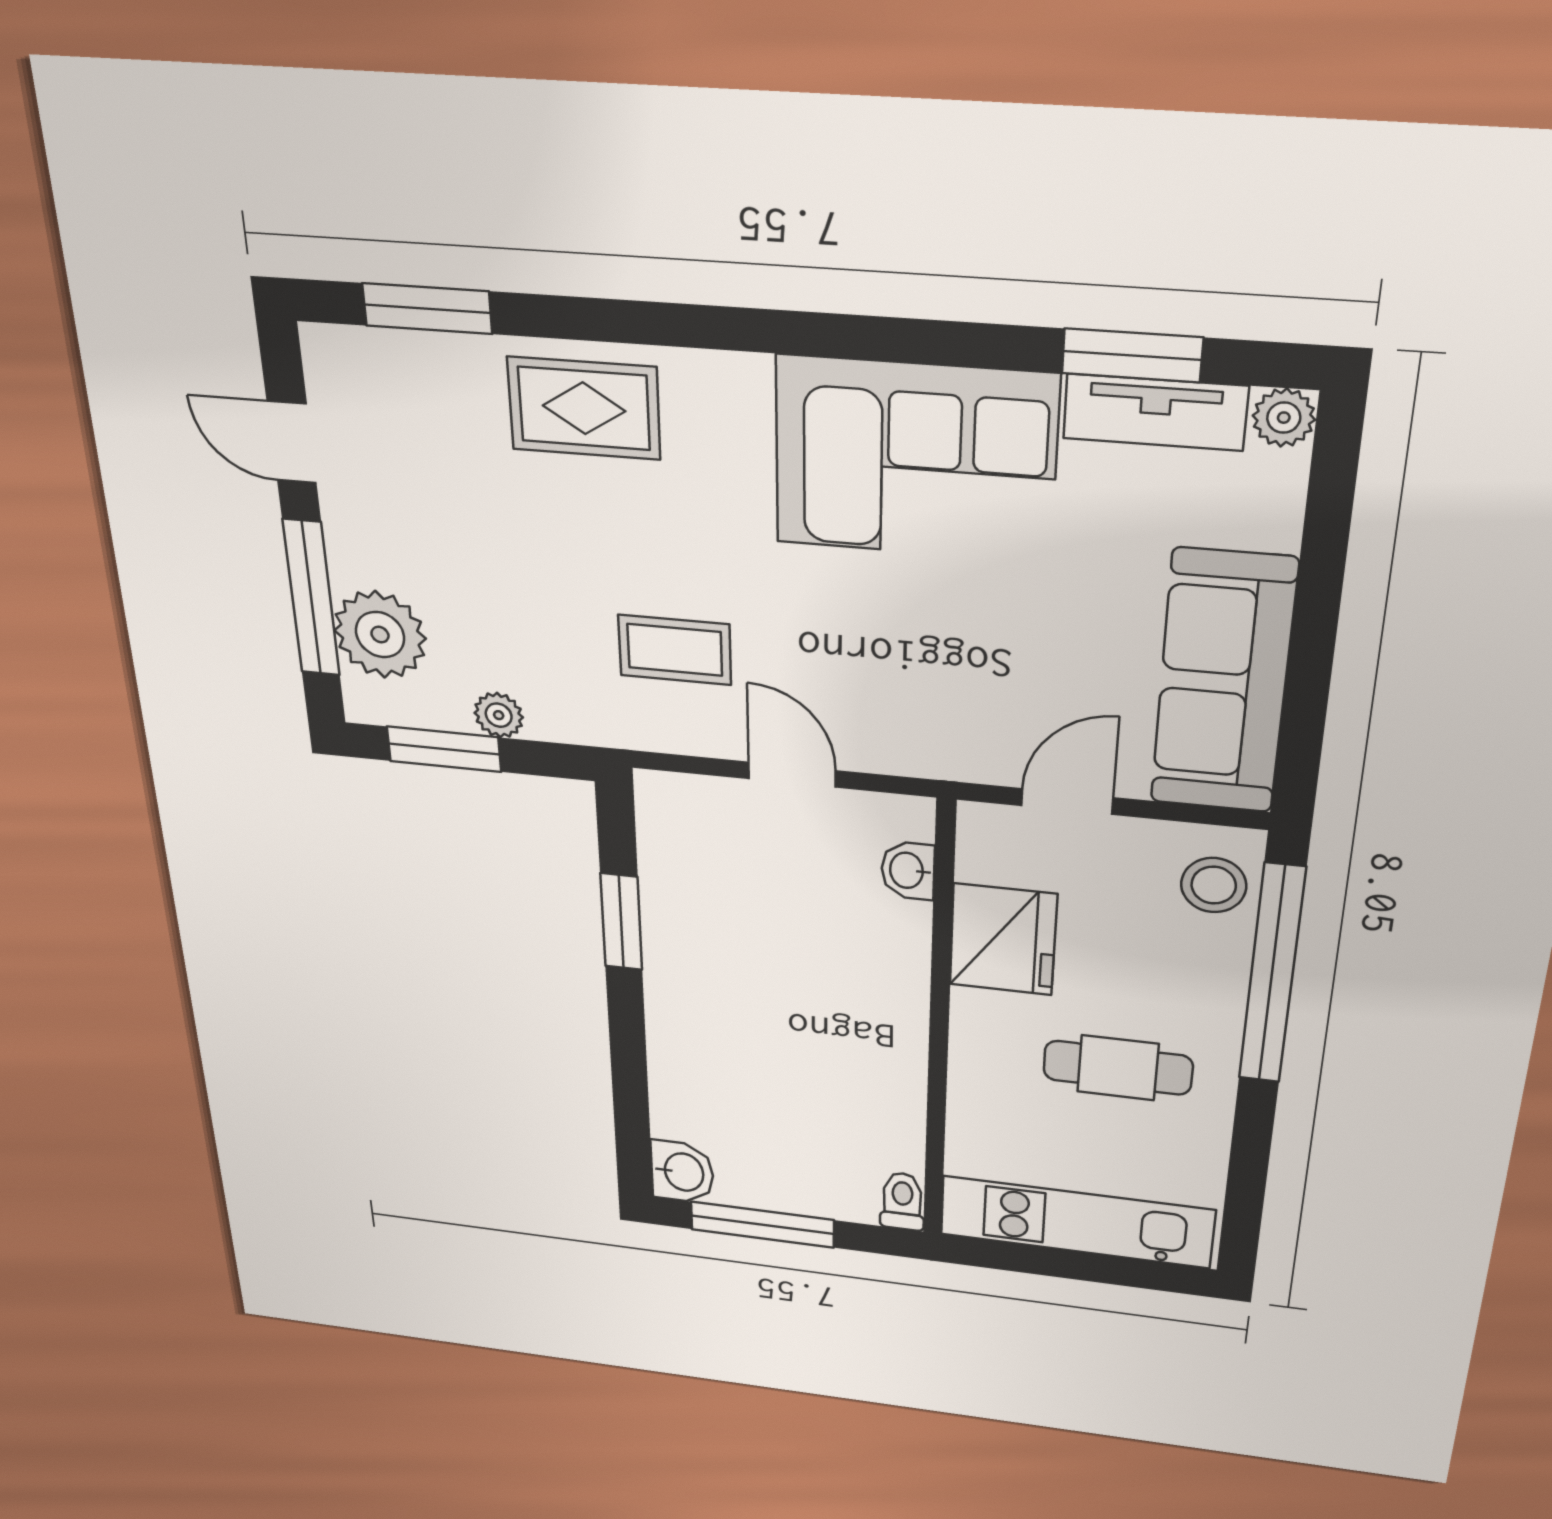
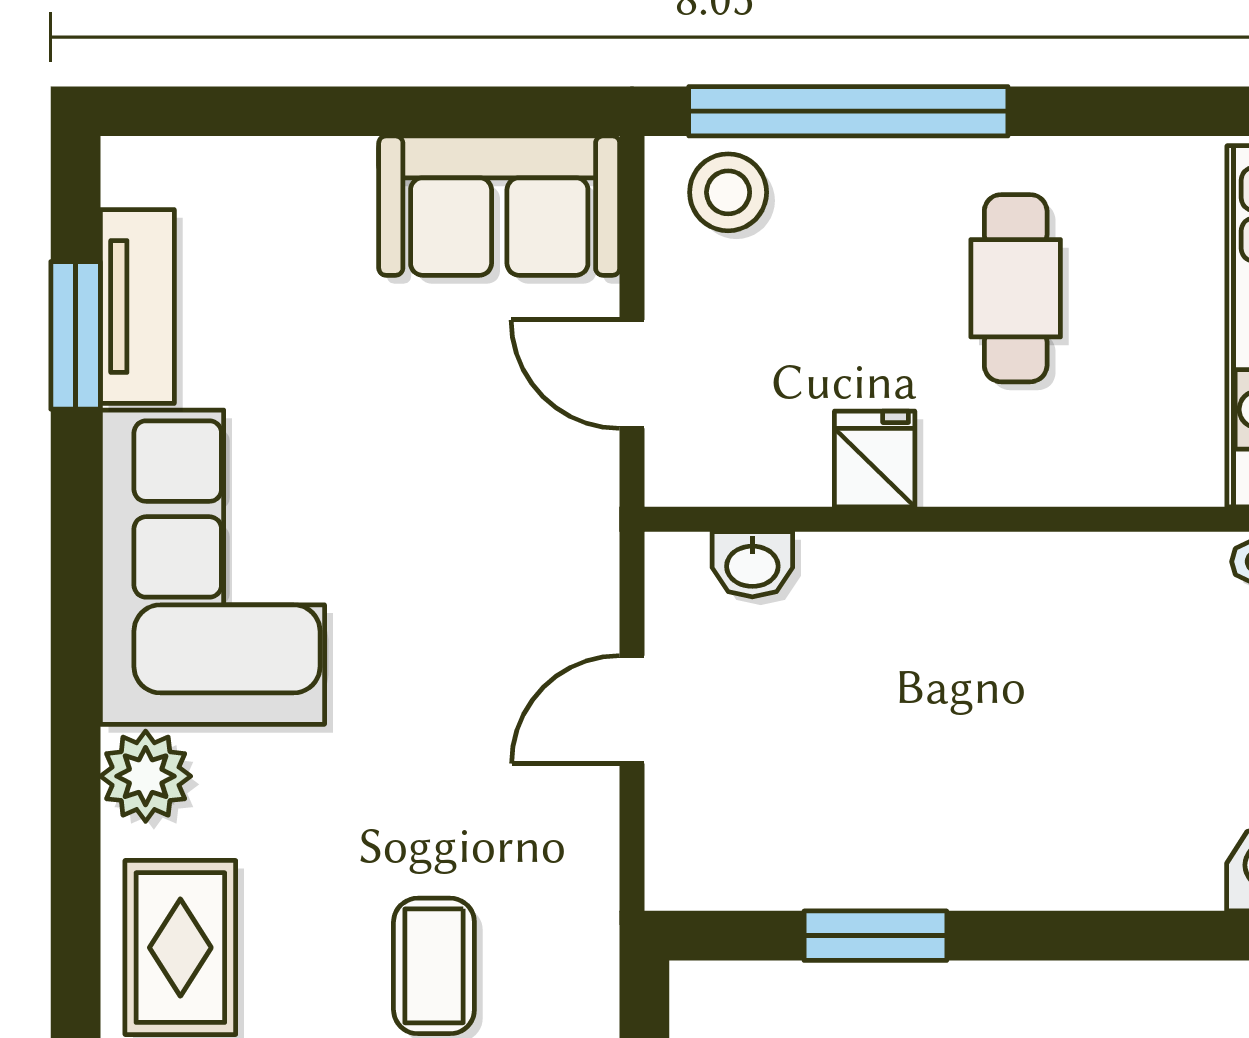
plant: (1284, 418) -> (146, 776), moved, width x1.38, depth x1.38
coffee table: (675, 650) -> (434, 966), moved
sofa: (1223, 683) -> (499, 206), width x0.73
fridge: (1003, 939) -> (875, 459), width x0.53, depth x0.75

